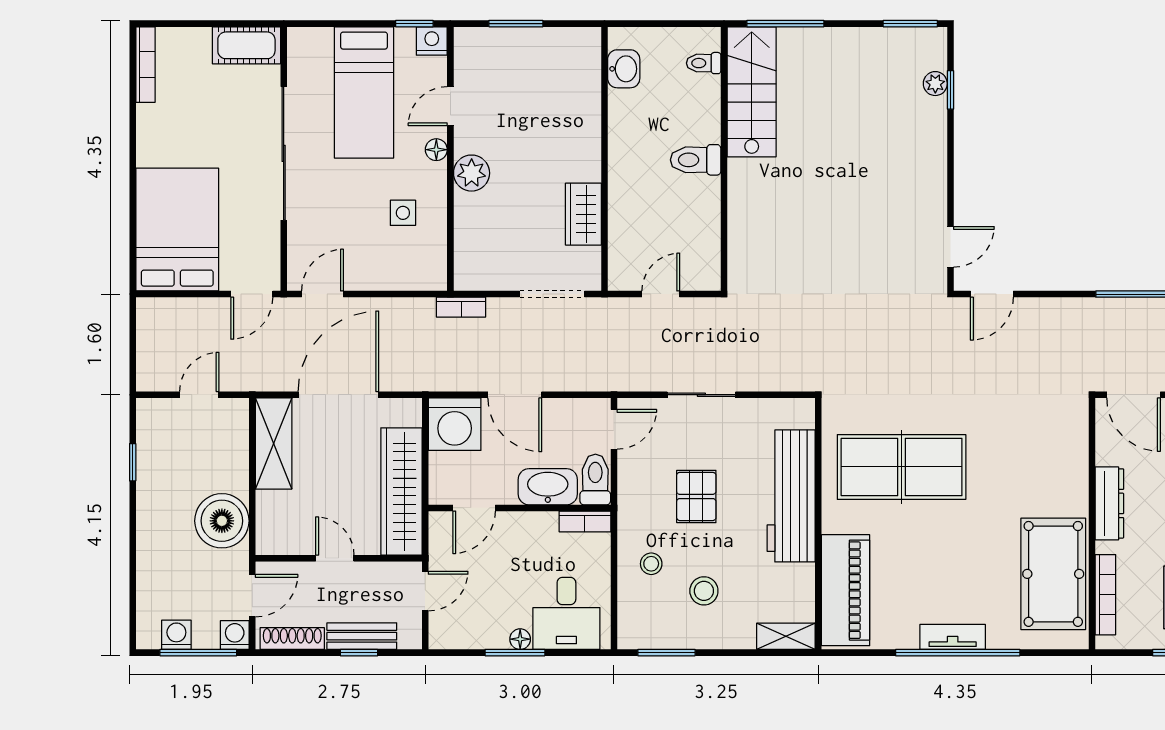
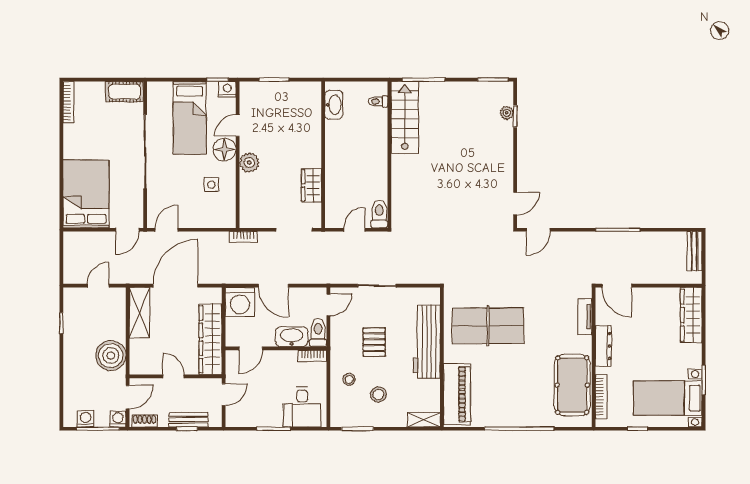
washbasin: (624, 69) -> (334, 105), width x1.38
floor lamp: (436, 150) -> (224, 150), width x1.89, depth x1.89
toilet: (696, 160) -> (379, 214), moved, turned 90
tv unit: (953, 637) -> (585, 317), moved, turned -90
shoe rack: (292, 639) -> (144, 421), width x0.70
floor lamp: (520, 639) -> (276, 421), removed

